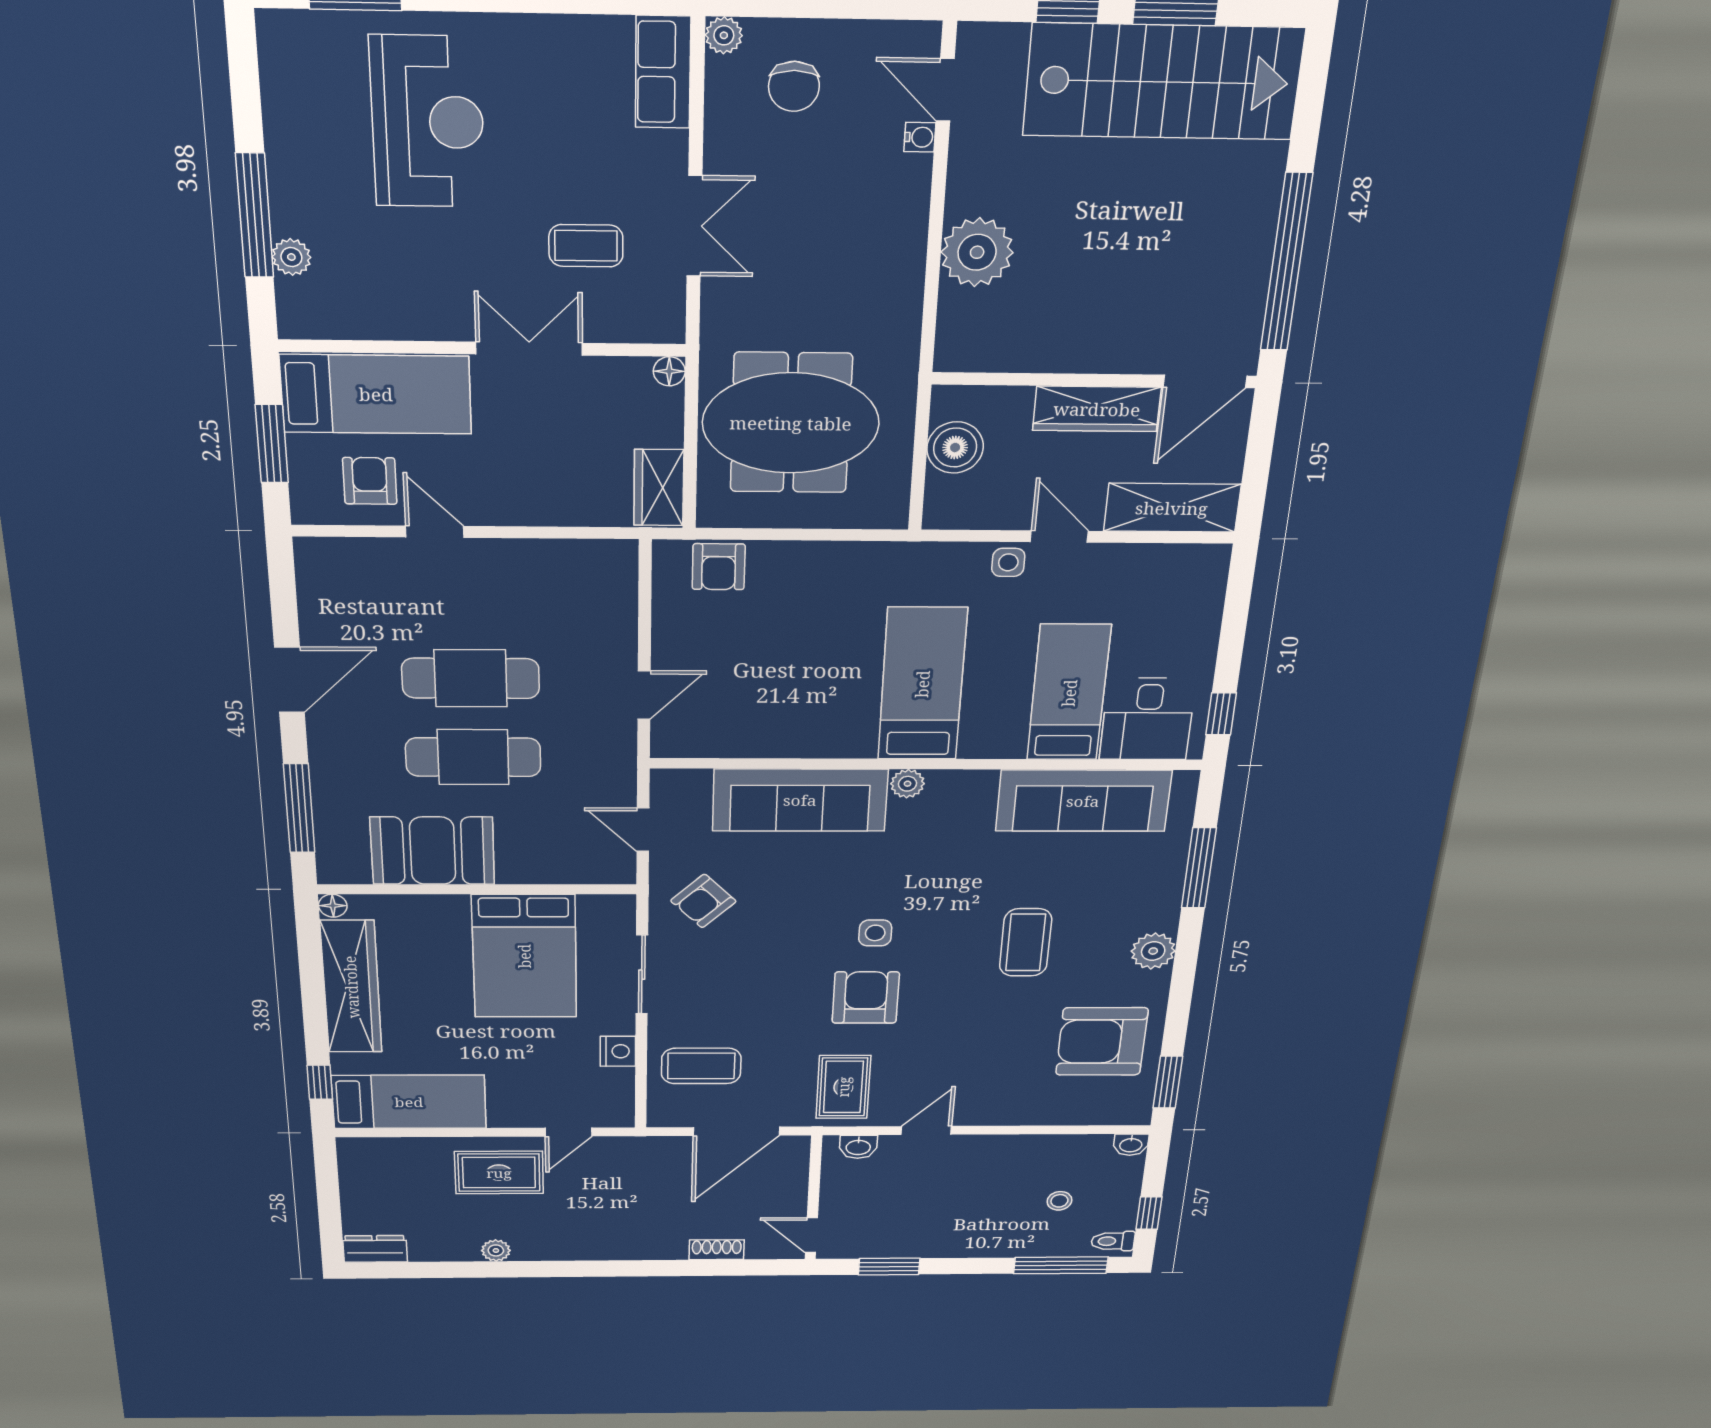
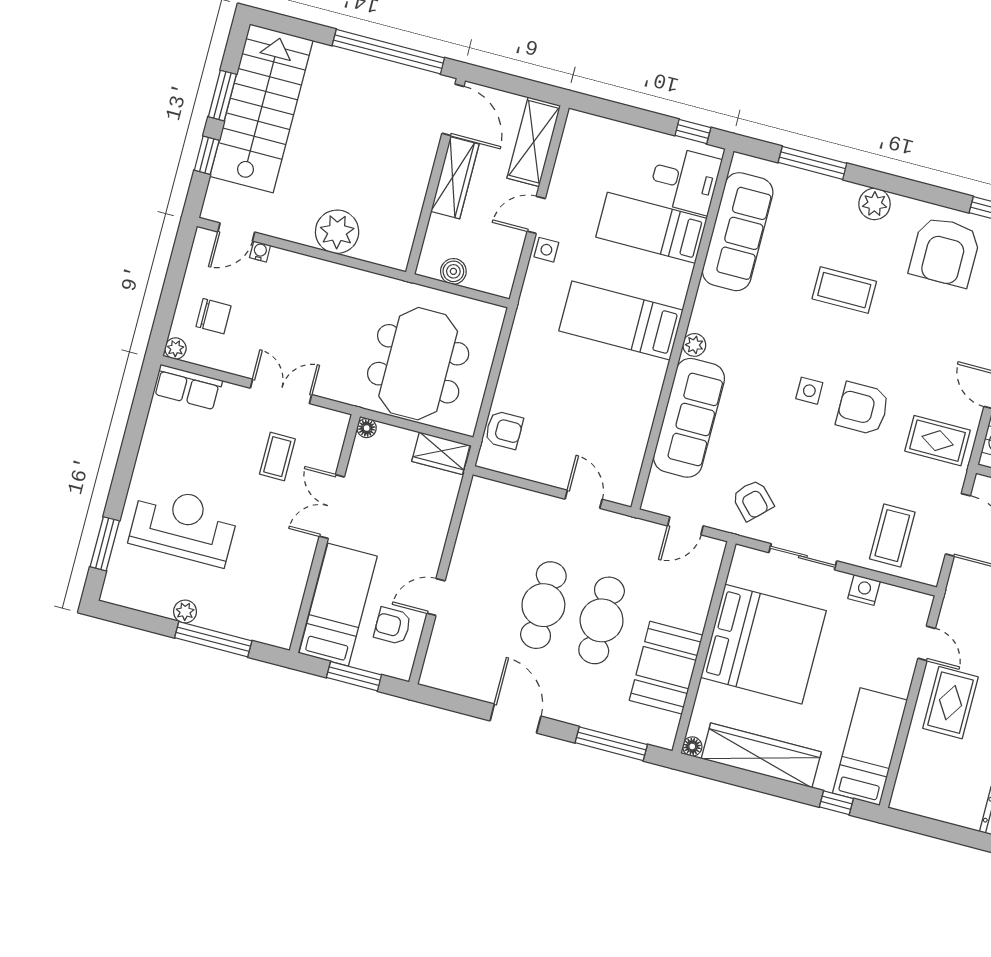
plant: (291, 257) -> (185, 611), moved
boiler: (955, 447) -> (453, 271), width x0.73, depth x0.73
bed: (524, 956) -> (763, 644), width x1.36

